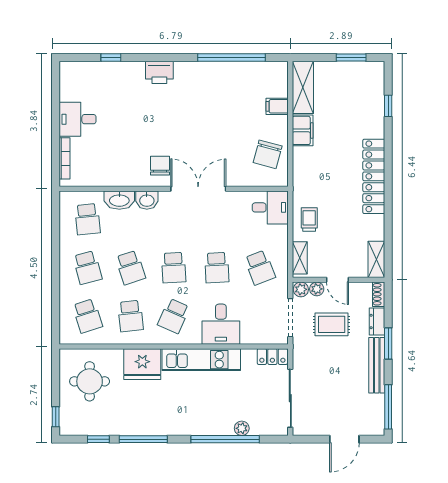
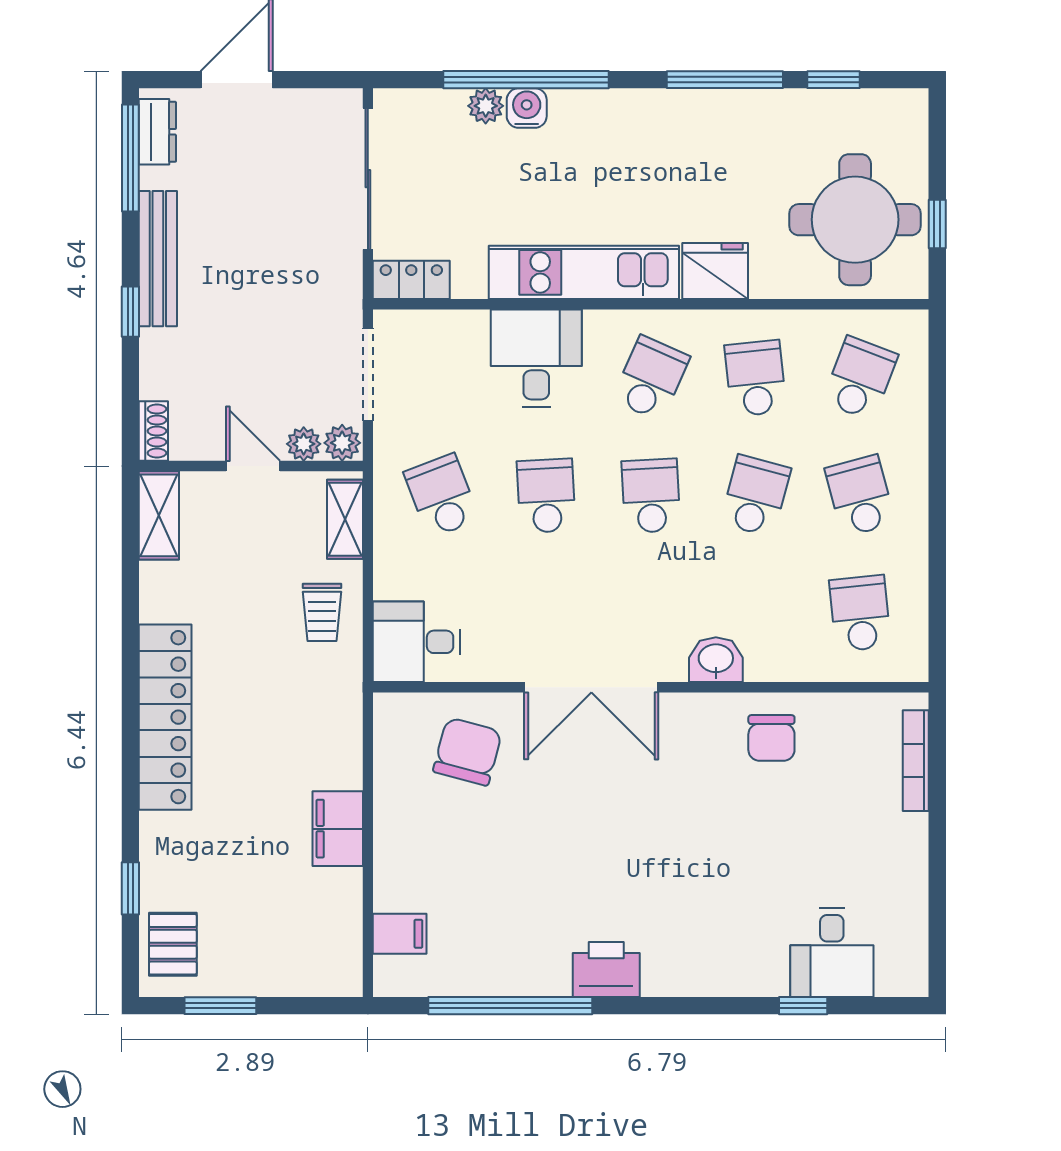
printer: (159, 72) -> (606, 970), moved
pallet: (371, 83) -> (173, 944), added
shelving: (303, 87) -> (337, 933), removed
filing cabinet: (277, 106) -> (400, 934), moved
desk: (78, 119) -> (832, 952), moved, turned 90
chair: (268, 154) -> (467, 752), moved
chair: (160, 166) -> (771, 738), moved
washbasin: (119, 200) -> (783, 660), removed
school desk: (131, 268) -> (755, 496), turned 33
school desk: (87, 316) -> (860, 378), turned 39
dresser: (377, 322) -> (157, 132), moved
rug: (332, 324) -> (268, 358), removed
window: (388, 343) -> (130, 312), width x0.67
fridge: (142, 364) -> (715, 271), width x0.73, depth x0.75
round table: (90, 381) -> (855, 220), width x1.36, depth x1.36
window: (56, 417) -> (937, 224), moved
water cooler: (225, 427) -> (527, 108), added

